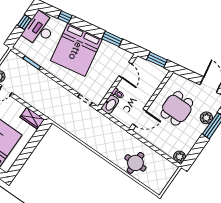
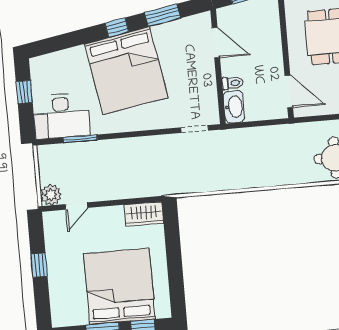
window: (65, 17) -> (117, 27), moved
desk: (40, 29) -> (61, 116), moved, turned -90
door: (139, 118) -> (289, 91), hinge flipped

